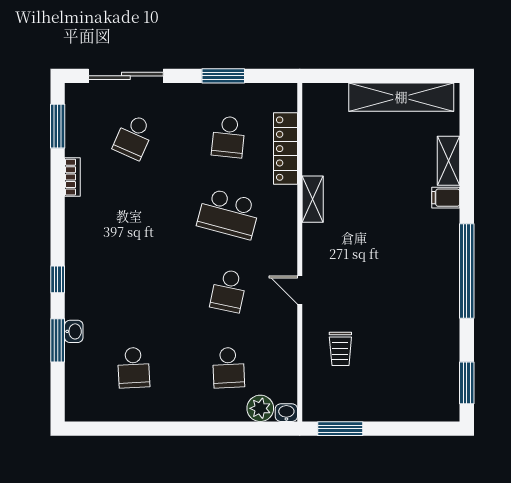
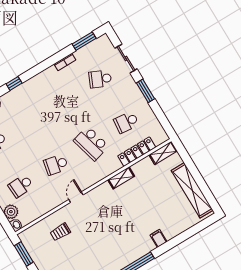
sliding door: (126, 76) -> (126, 59), width x0.73
window: (223, 76) -> (145, 91), moved
shelving: (449, 161) -> (163, 153), moved
school desk: (228, 214) -> (91, 143), turned -30

